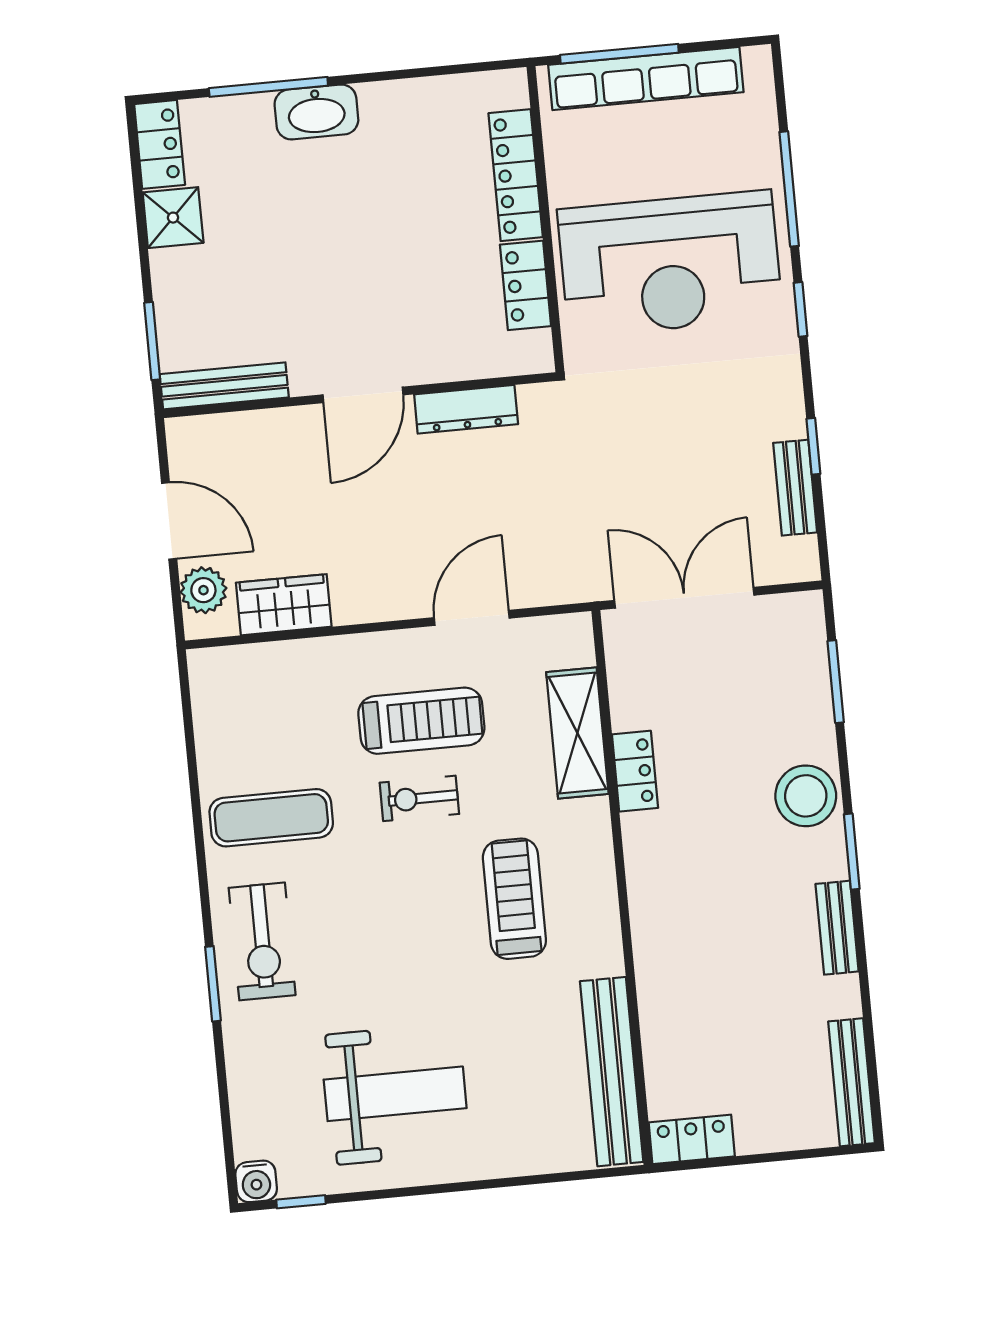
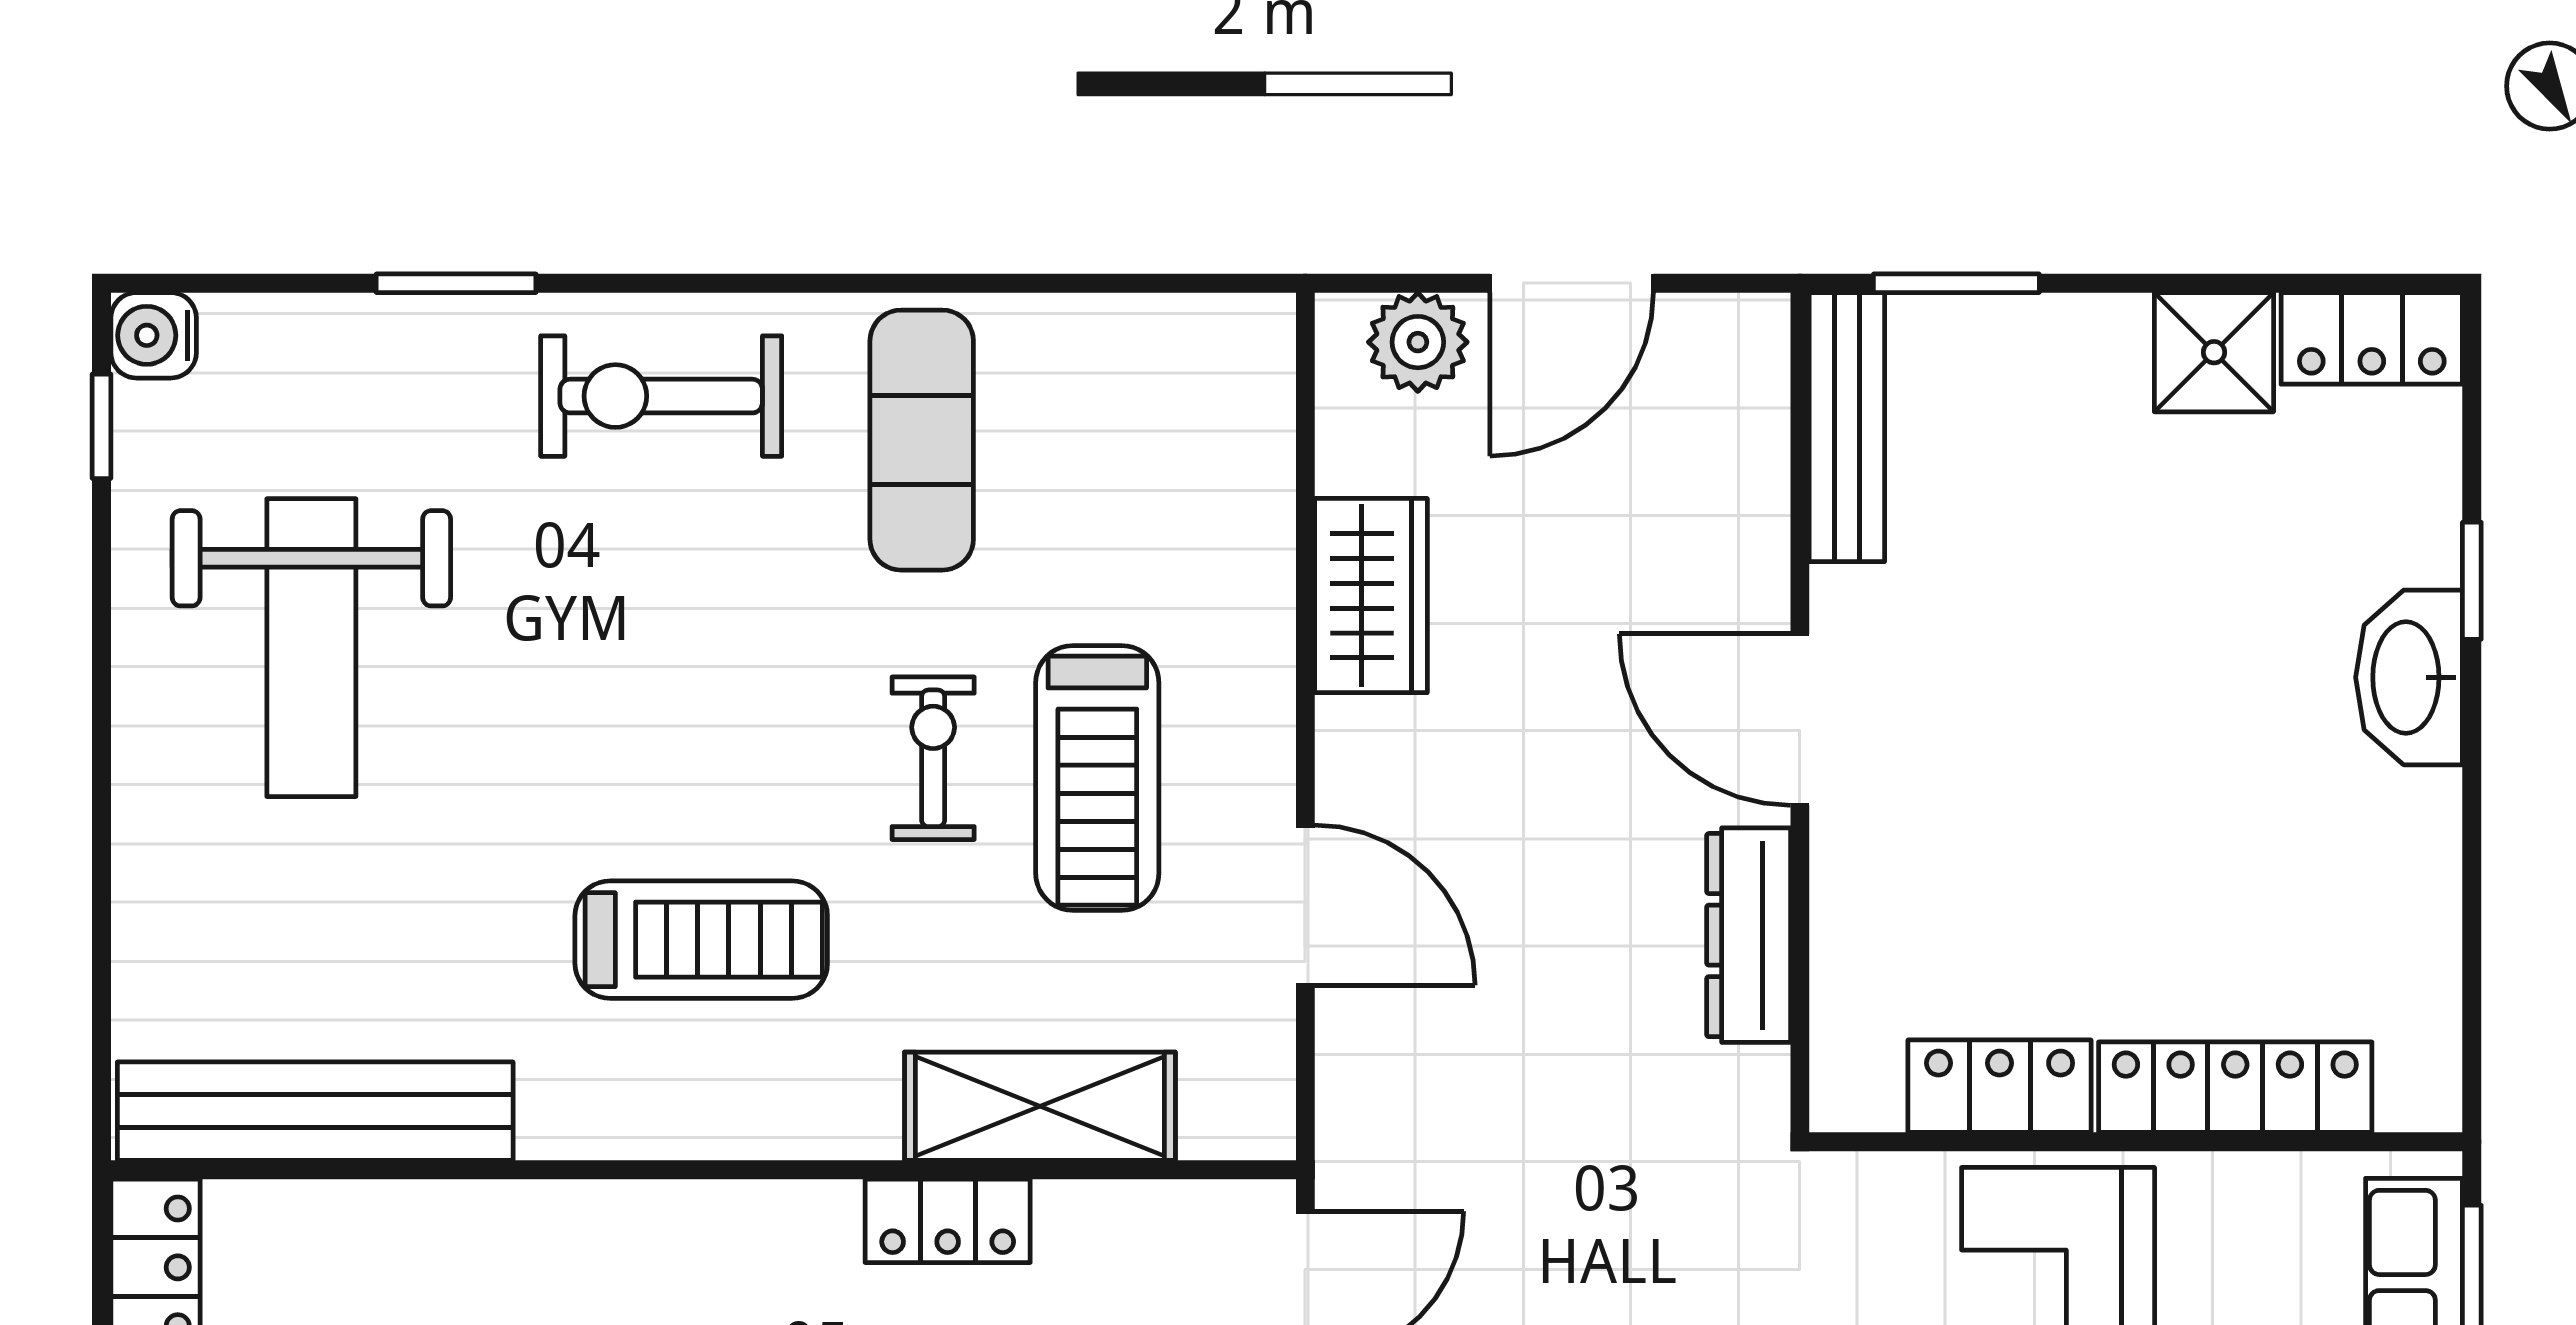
window: (268, 87) -> (2472, 581), width x0.46
wardrobe: (284, 605) -> (1371, 596), moved
window: (213, 984) -> (456, 283), moved

